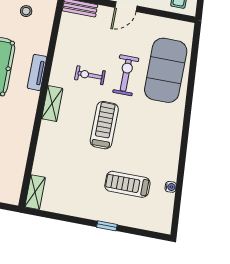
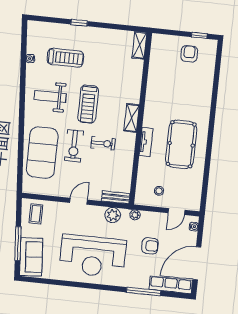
weight bench: (150, 138) -> (50, 97), added

